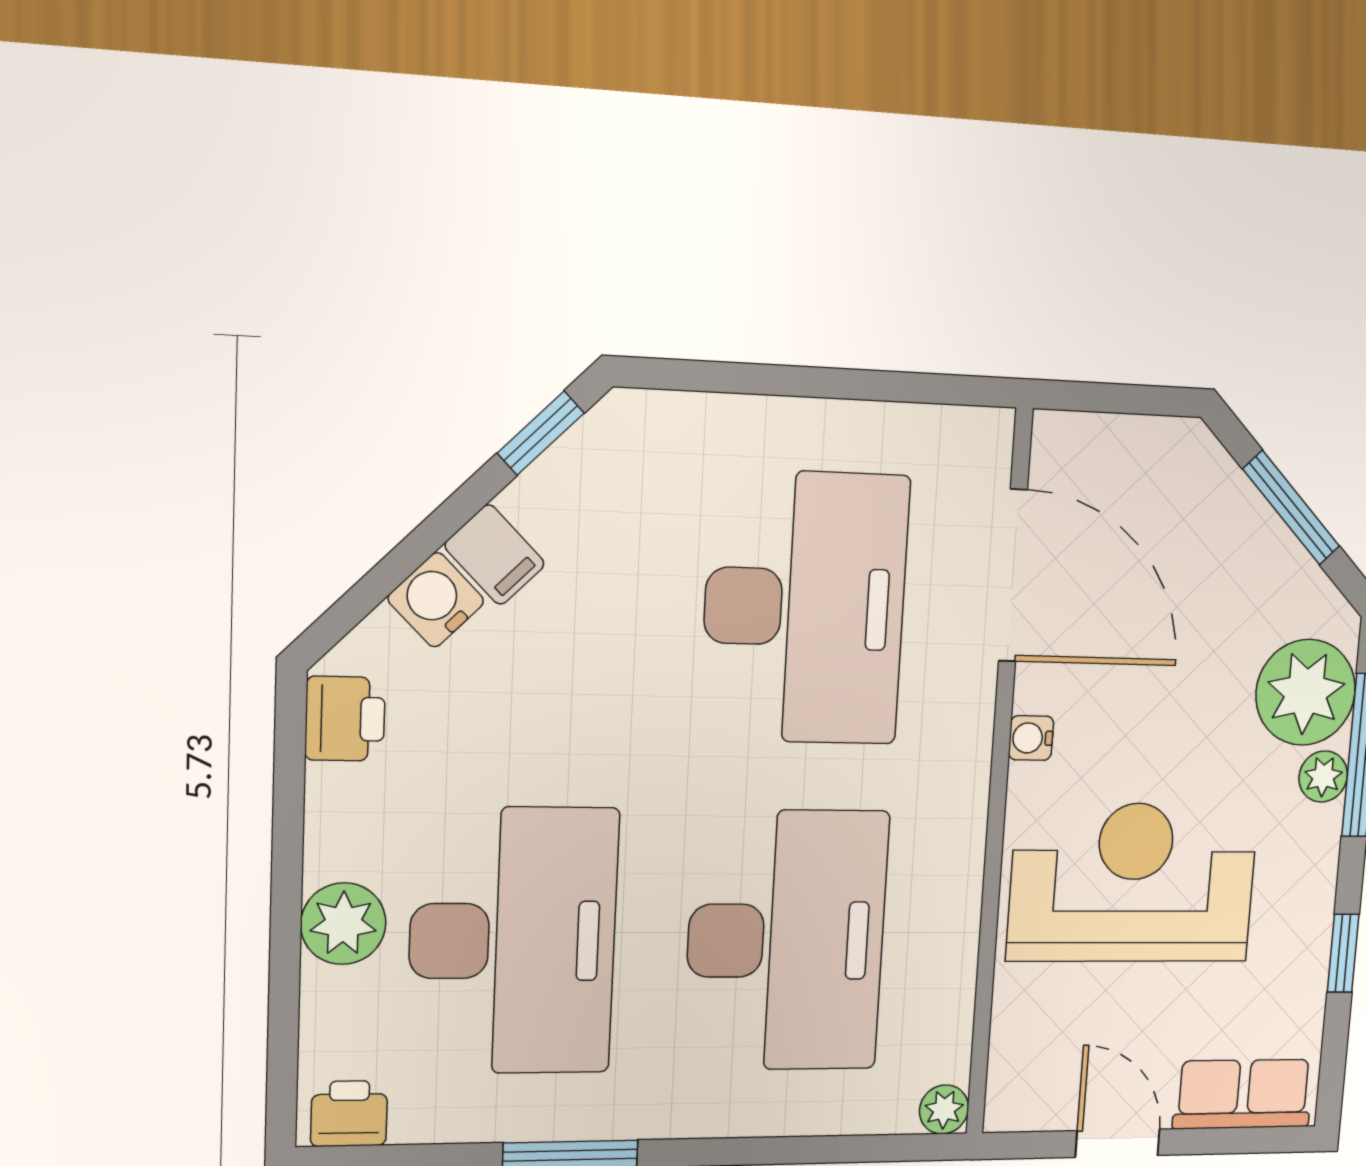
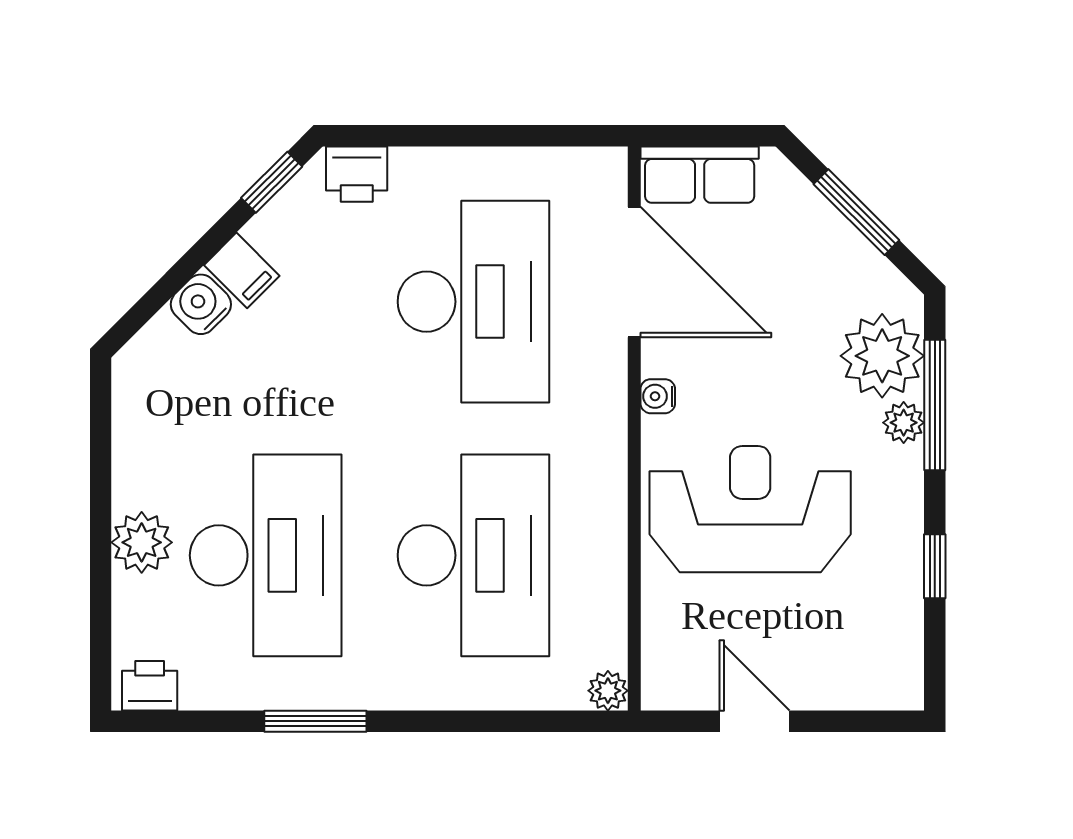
printer: (345, 719) -> (357, 174), moved, turned 90
row of seats: (1243, 1094) -> (700, 175), moved, turned 180

